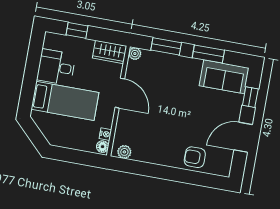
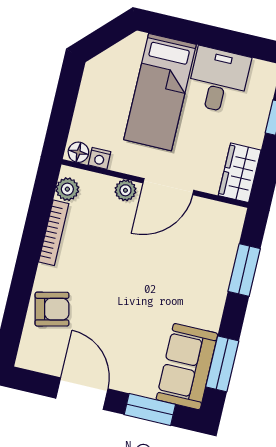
plant: (135, 54) -> (125, 190), moved
window: (208, 54) -> (222, 364), moved
window: (250, 97) -> (150, 410), width x1.50
armchair: (195, 157) -> (52, 309), turned 77
bookcase: (150, 159) -> (54, 233), added

